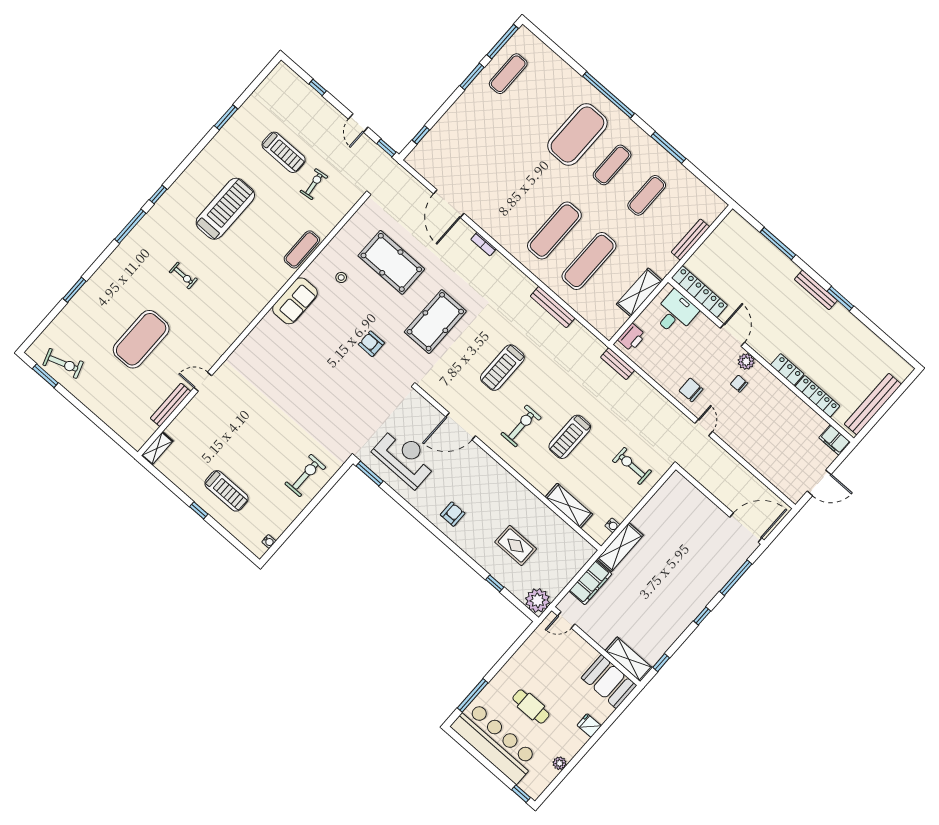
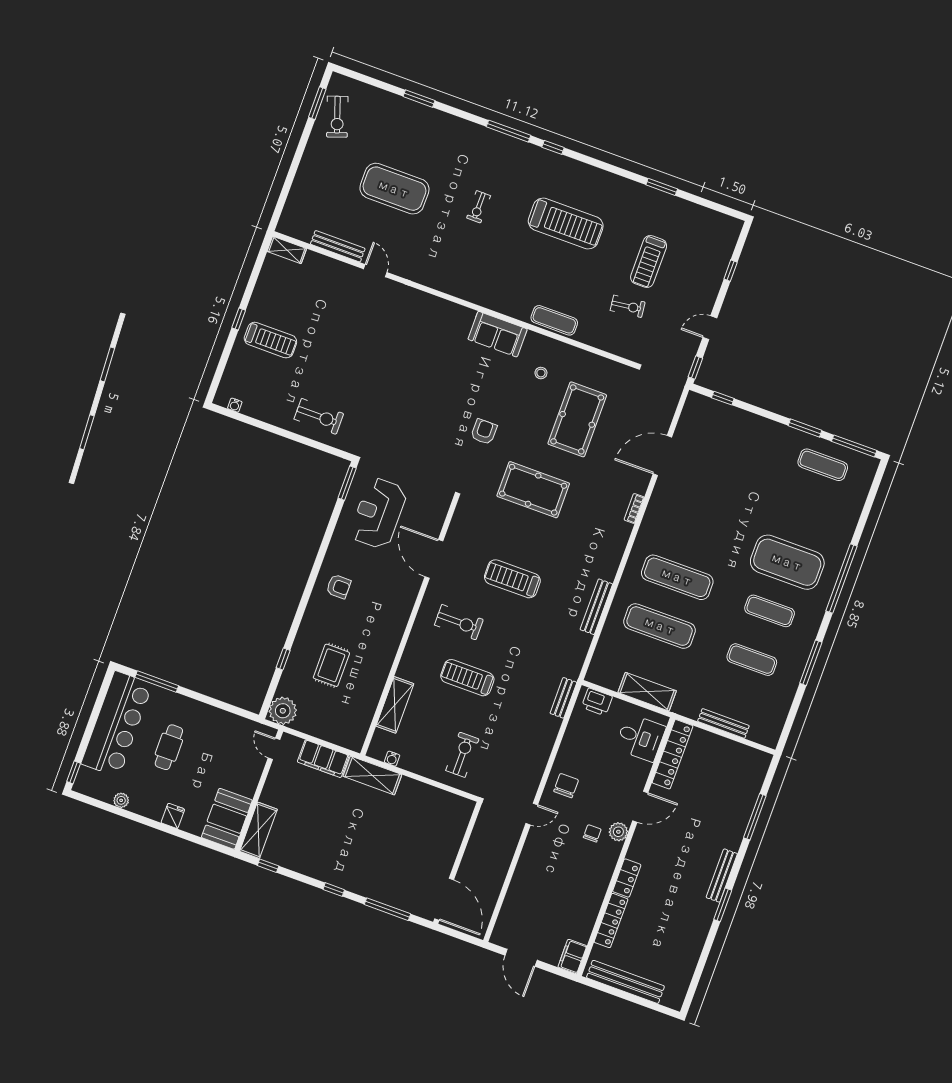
reception desk: (405, 457) -> (378, 513), turned 180
treadmill: (226, 491) -> (270, 340), turned -90

